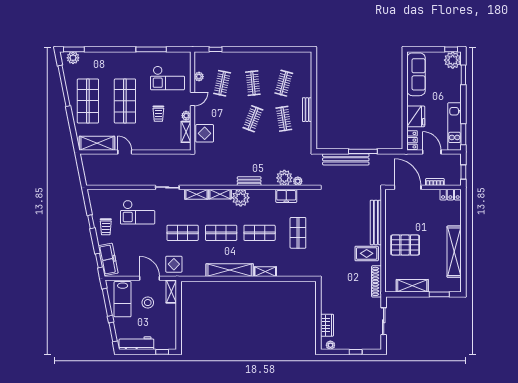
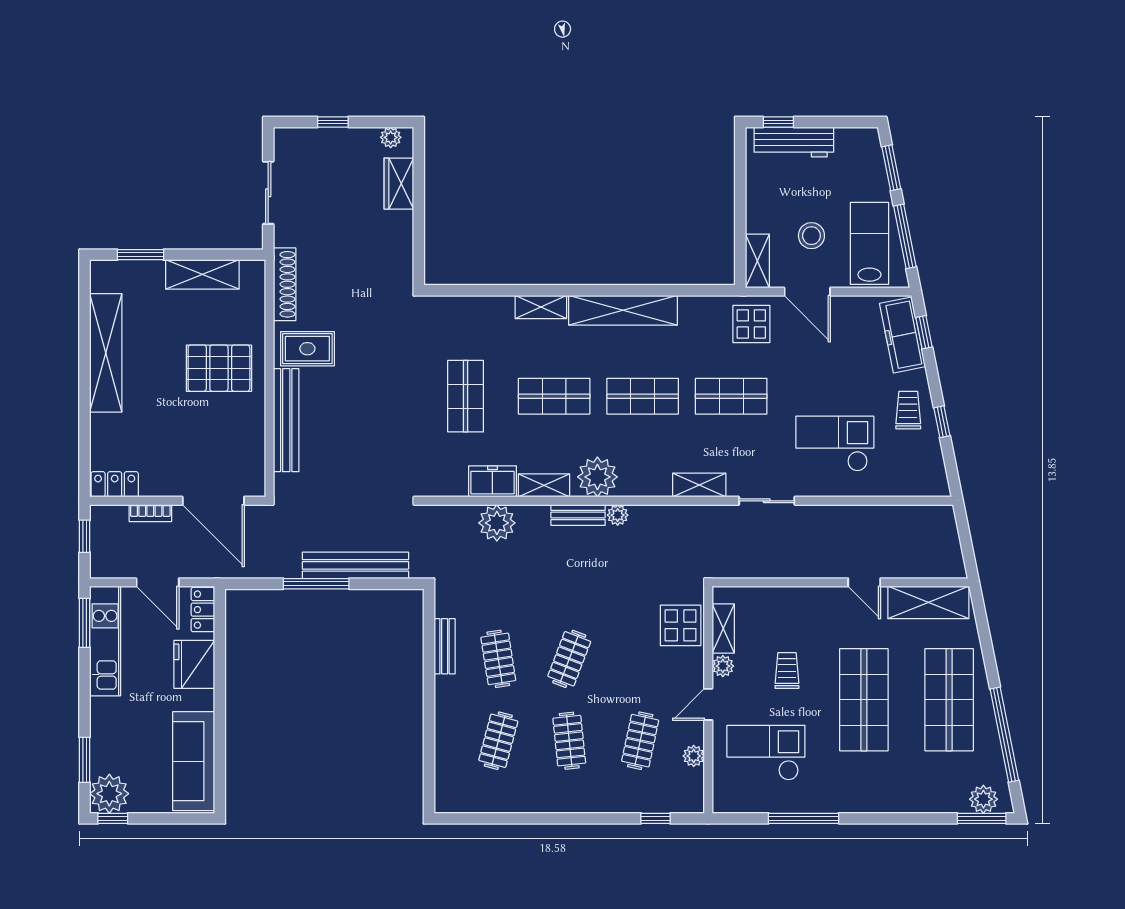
bench: (307, 110) -> (445, 646), moved
plant: (298, 181) -> (618, 515), moved
shelving: (220, 194) -> (544, 485), moved
workbench: (136, 343) -> (794, 142), moved

